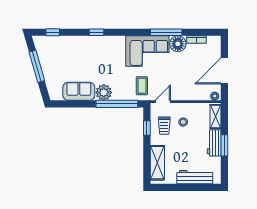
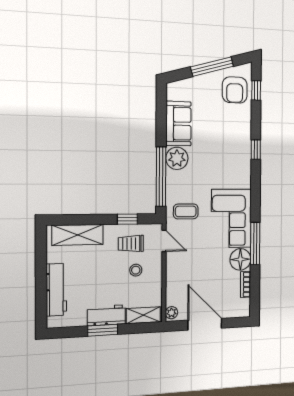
armchair: (53, 49) -> (235, 90), added

